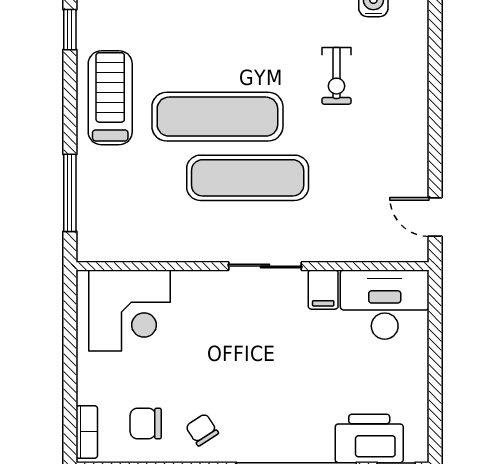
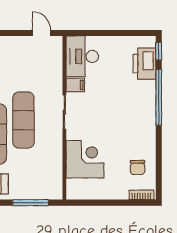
door: (435, 217) -> (42, 33), swing flipped
corner desk: (129, 310) -> (85, 159), moved
chair: (202, 430) -> (140, 141), removed

